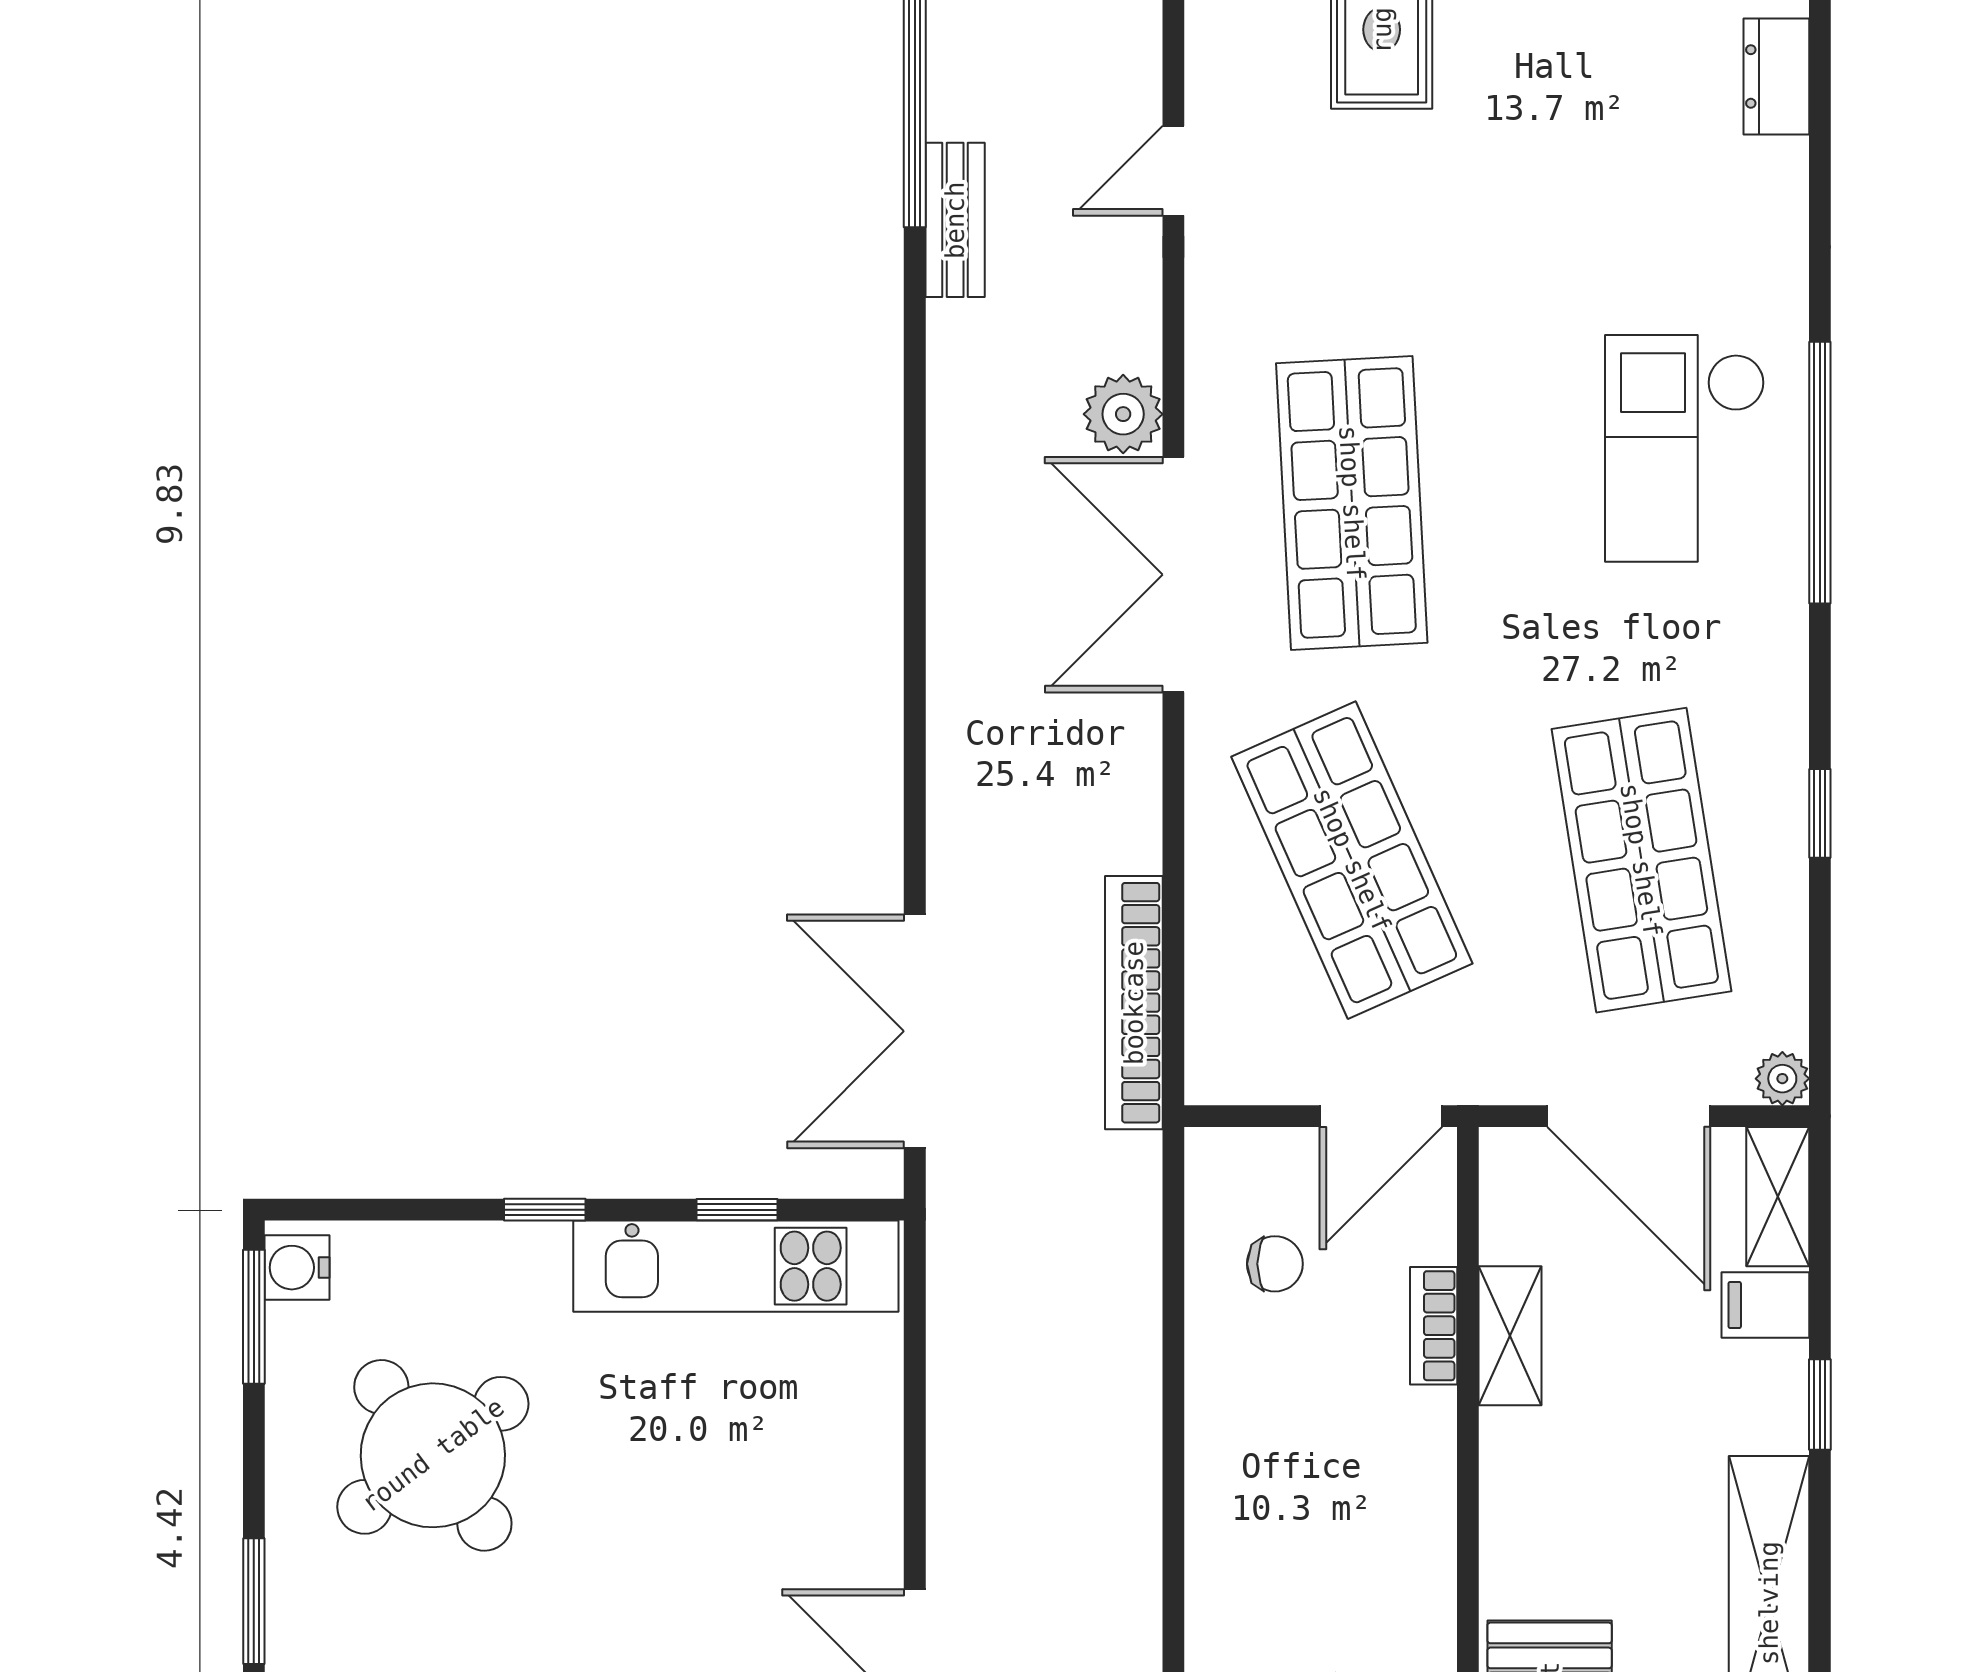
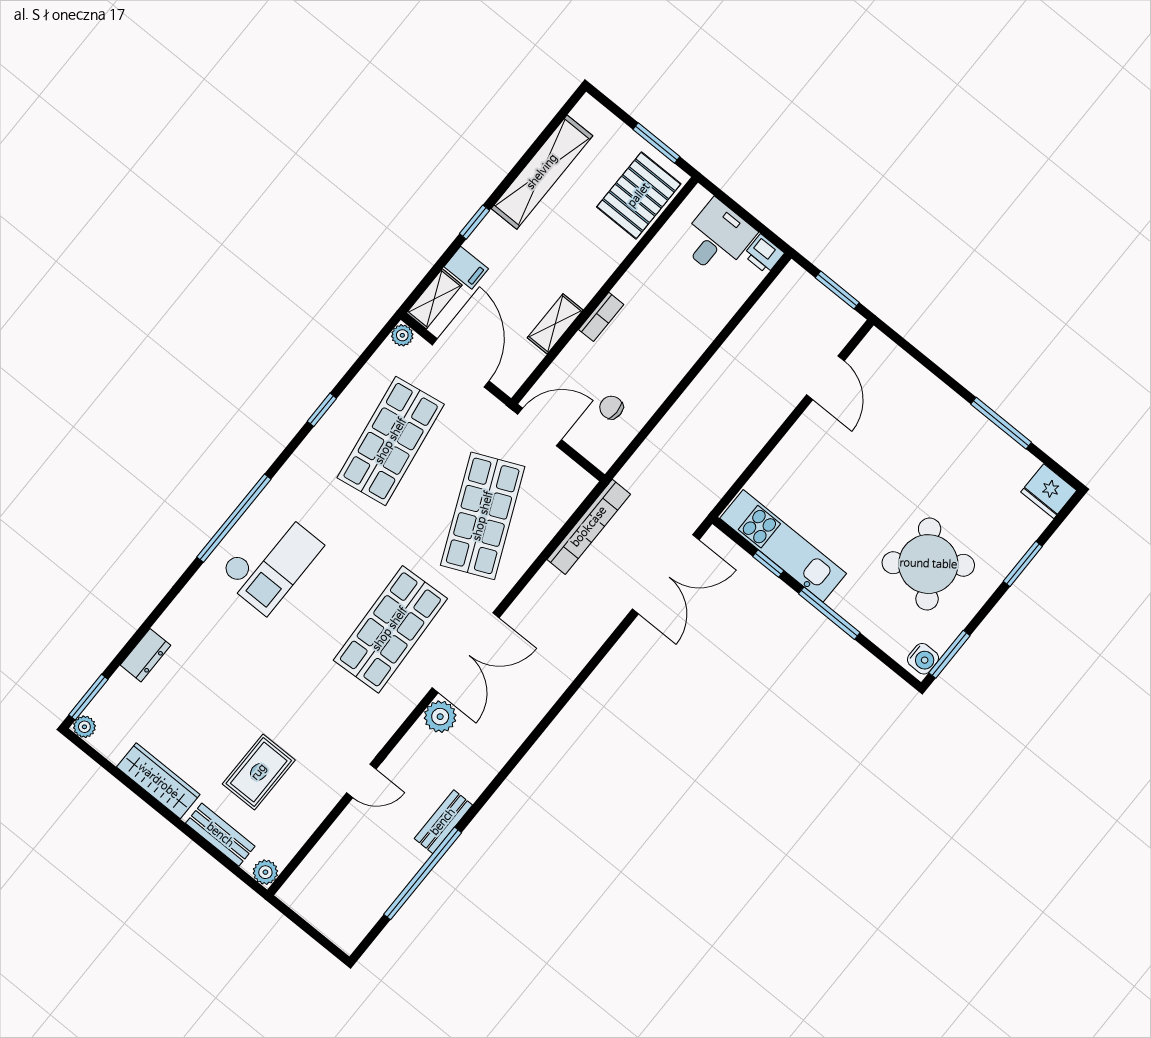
window: (545, 1210) -> (829, 613), width x2.17
bookcase: (1434, 1326) -> (601, 317), moved

